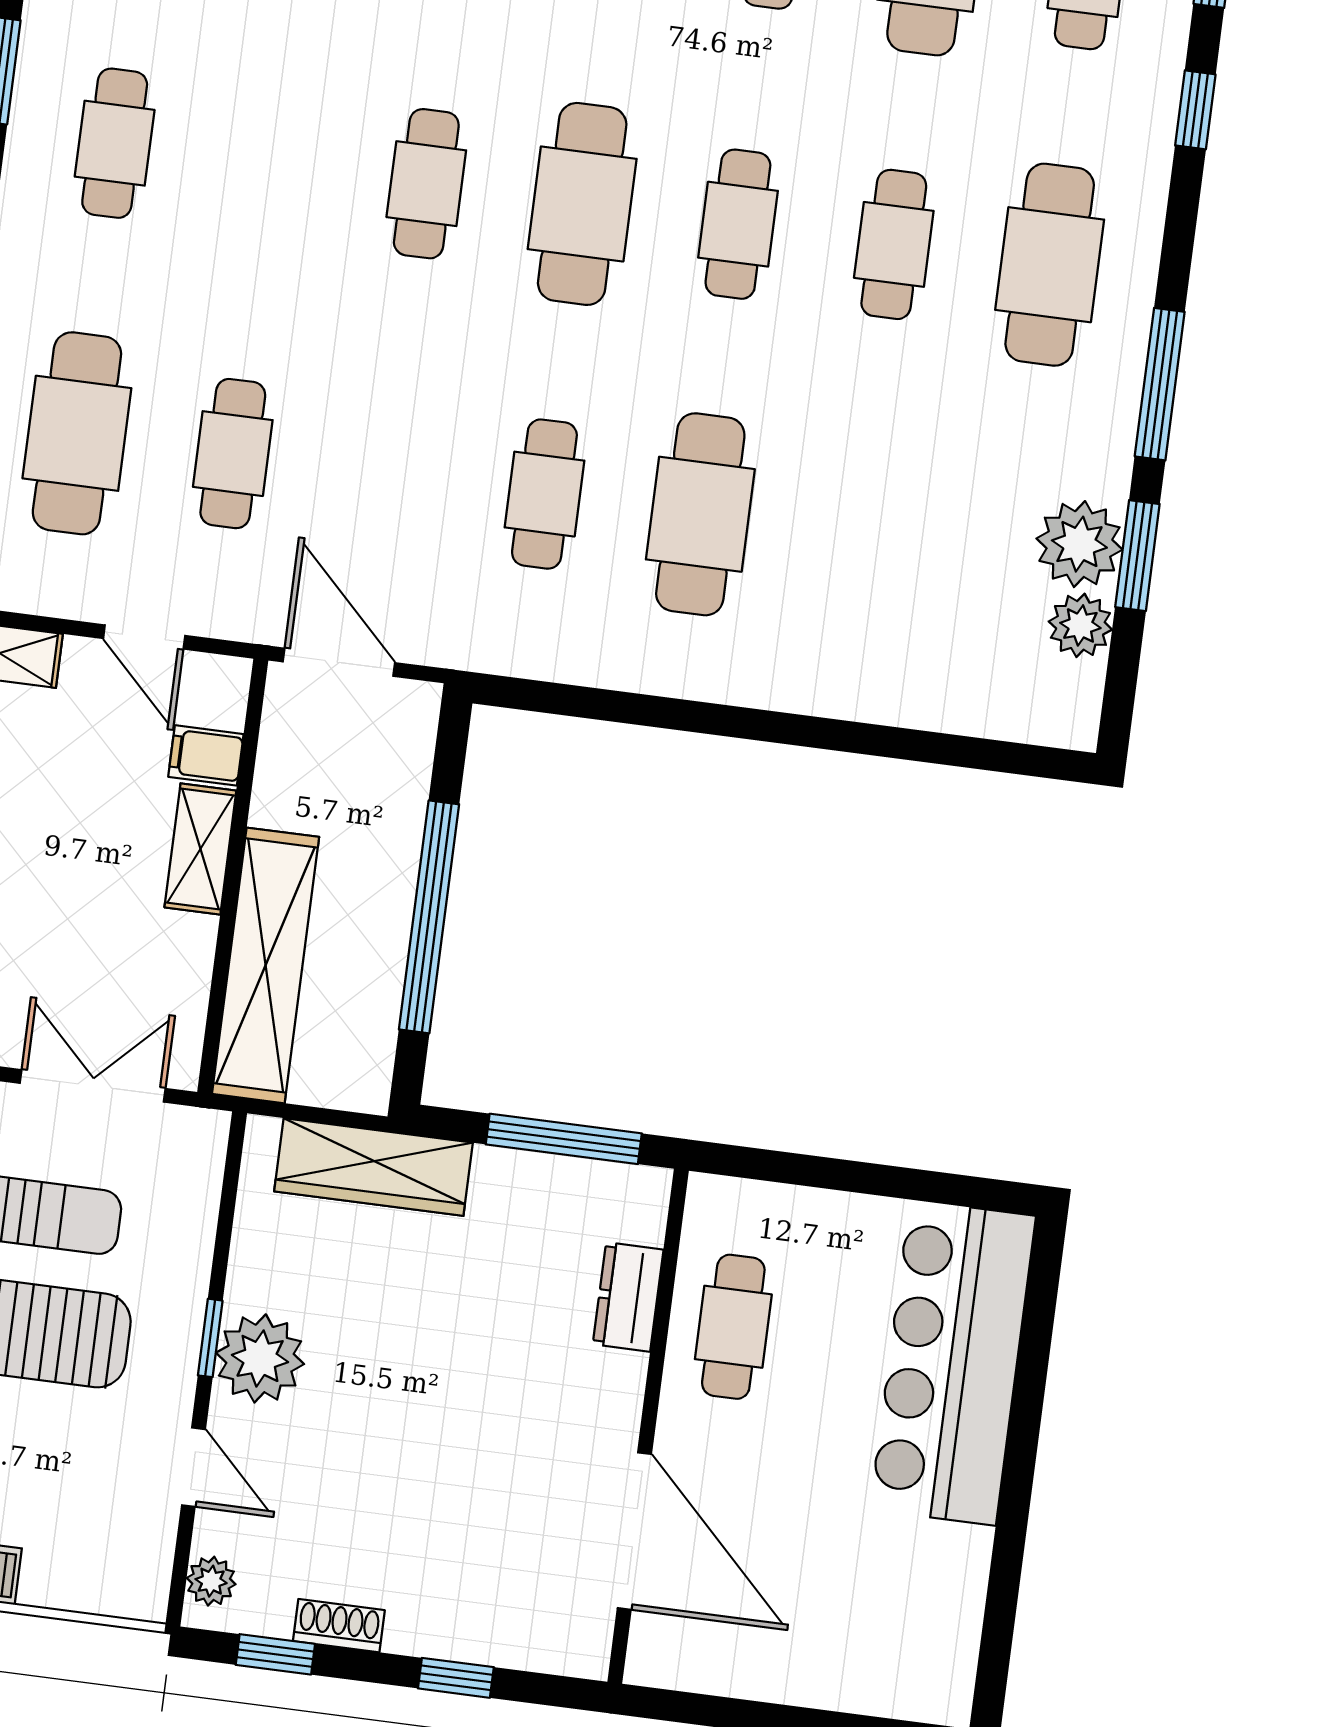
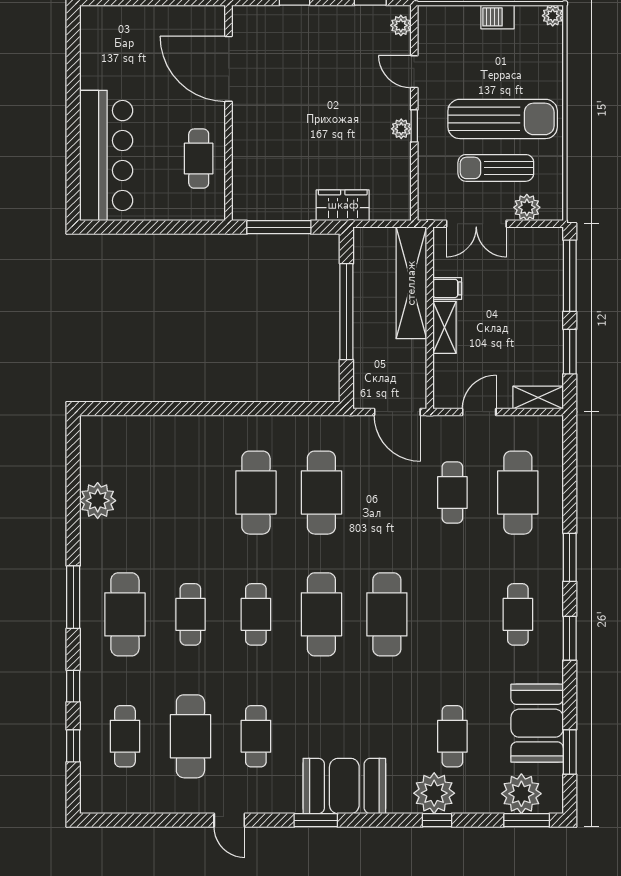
cafe table: (426, 184) -> (387, 614), width x1.37, depth x1.35
window: (1160, 384) -> (73, 597), moved
cafe table: (544, 494) -> (321, 493), width x1.37, depth x1.35
window: (1137, 556) -> (73, 499), removed
plant: (1080, 625) -> (93, 467), removed
door: (144, 637) -> (479, 412), hinge flipped
filing cabinet: (206, 755) -> (447, 288), moved
wardrobe: (373, 1167) -> (343, 205), width x0.67
dresser: (628, 1297) -> (244, 165), removed
plant: (260, 1358) -> (401, 129), width x0.53, depth x0.53
shoe rack: (339, 1626) -> (346, 14), removed

